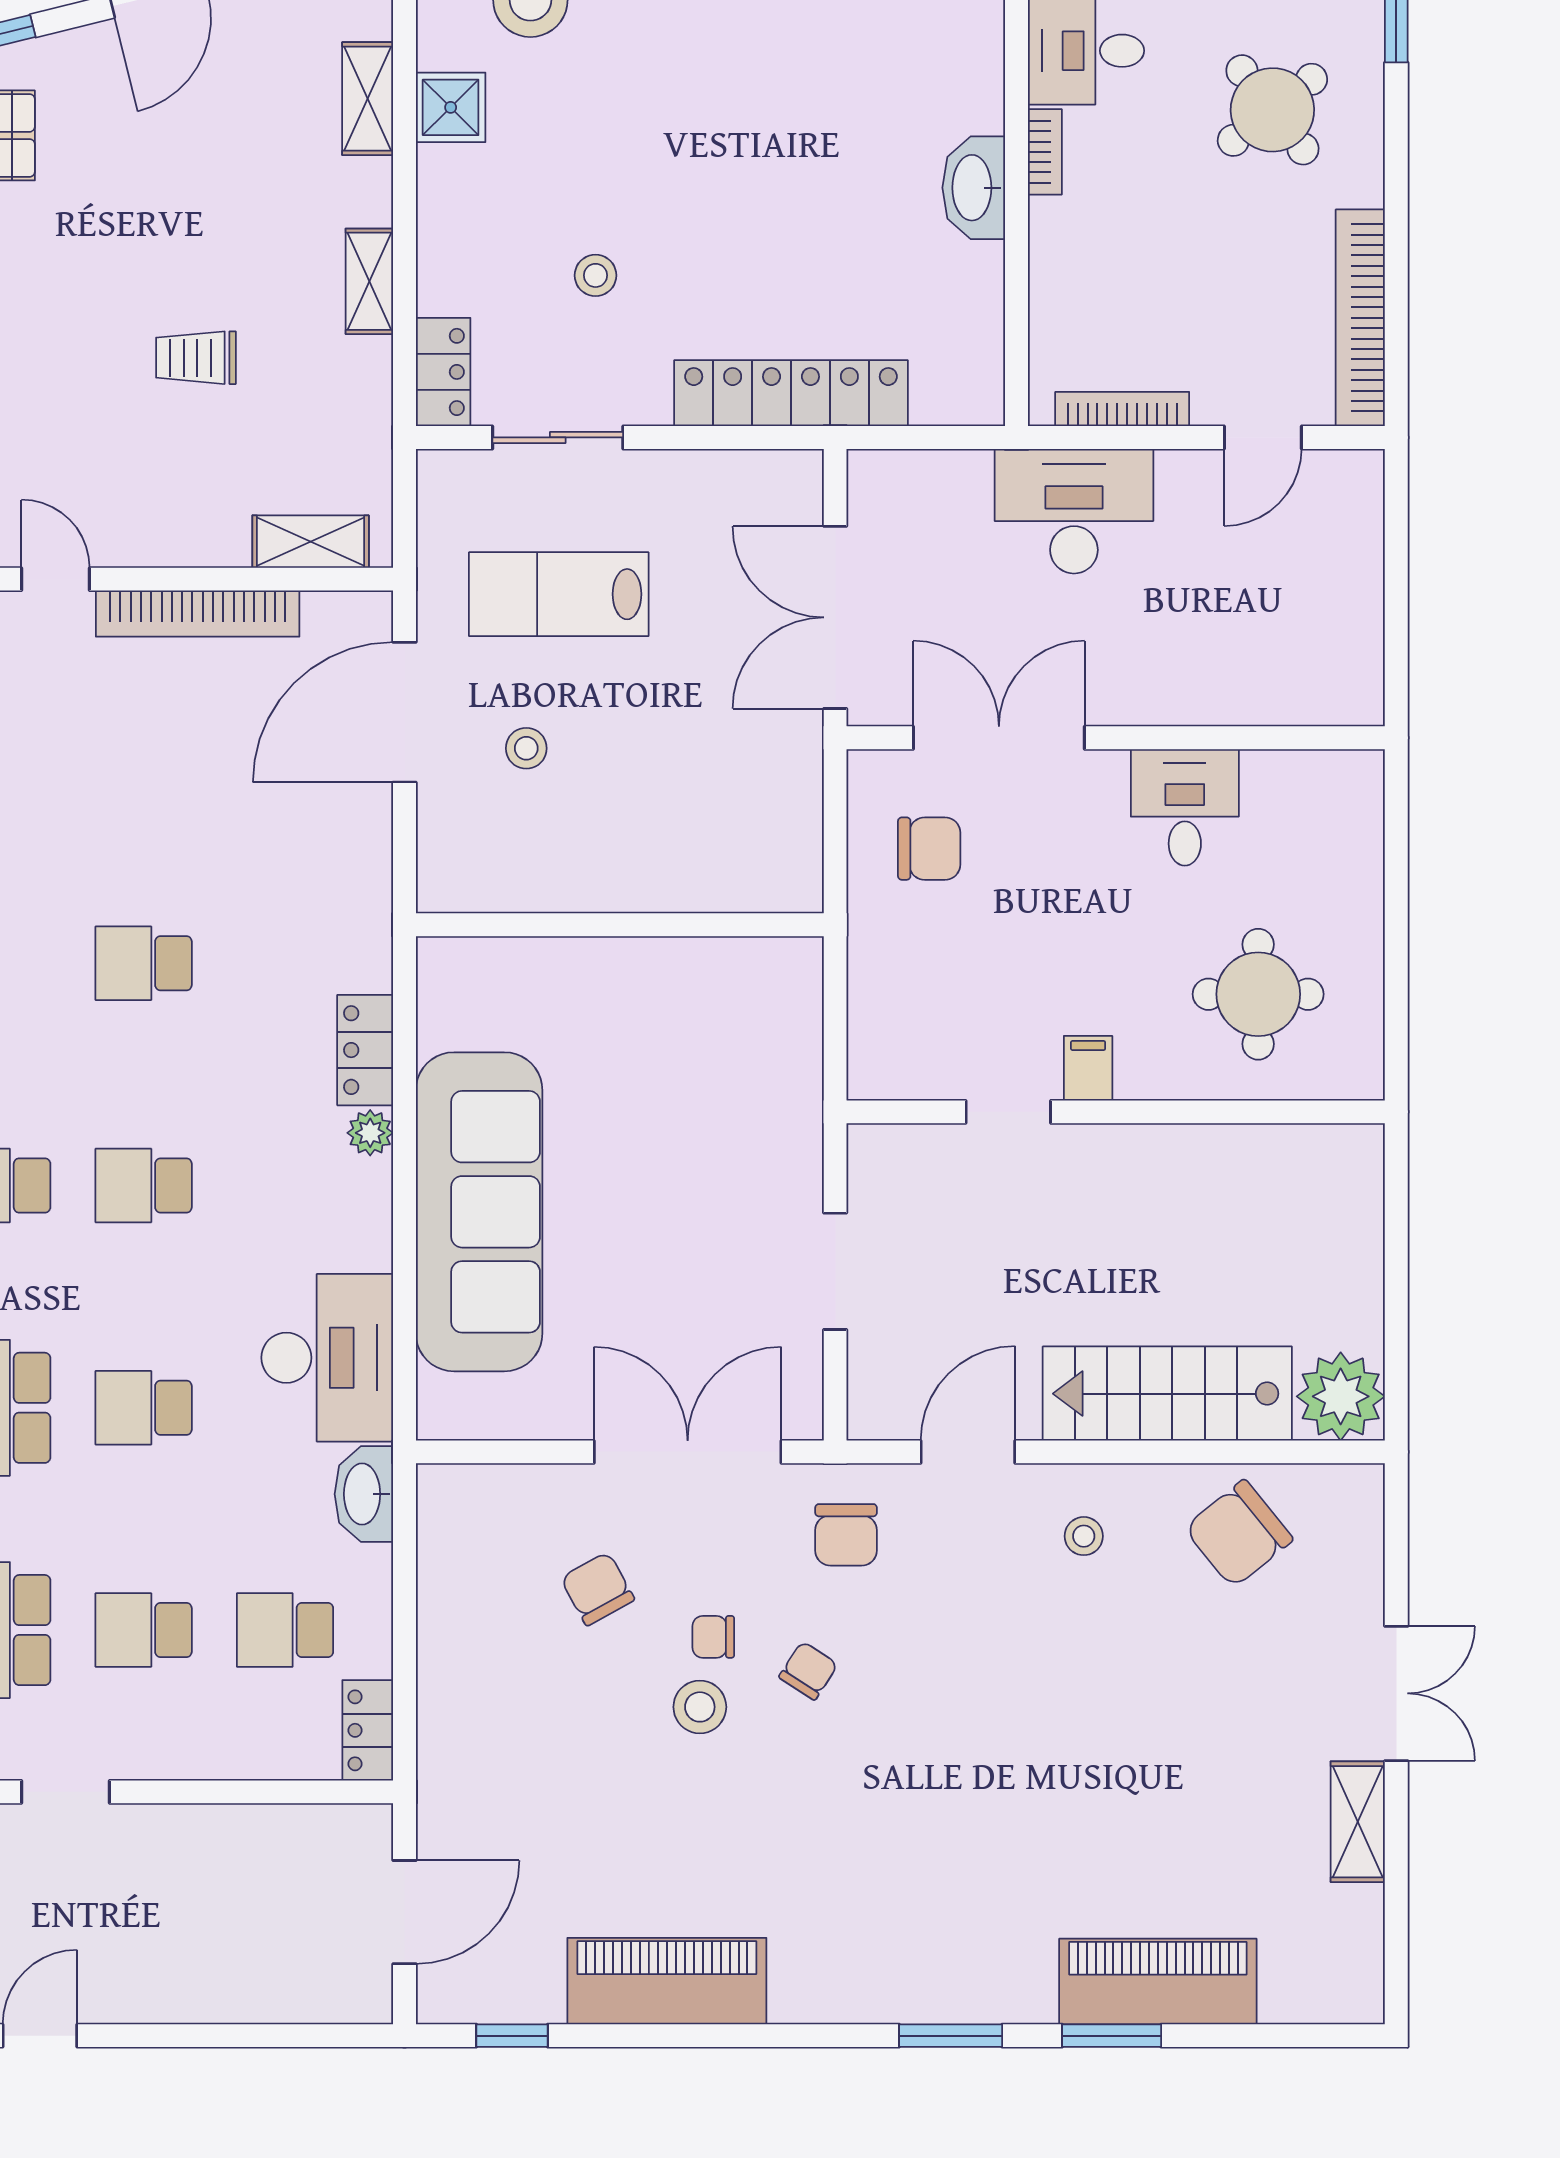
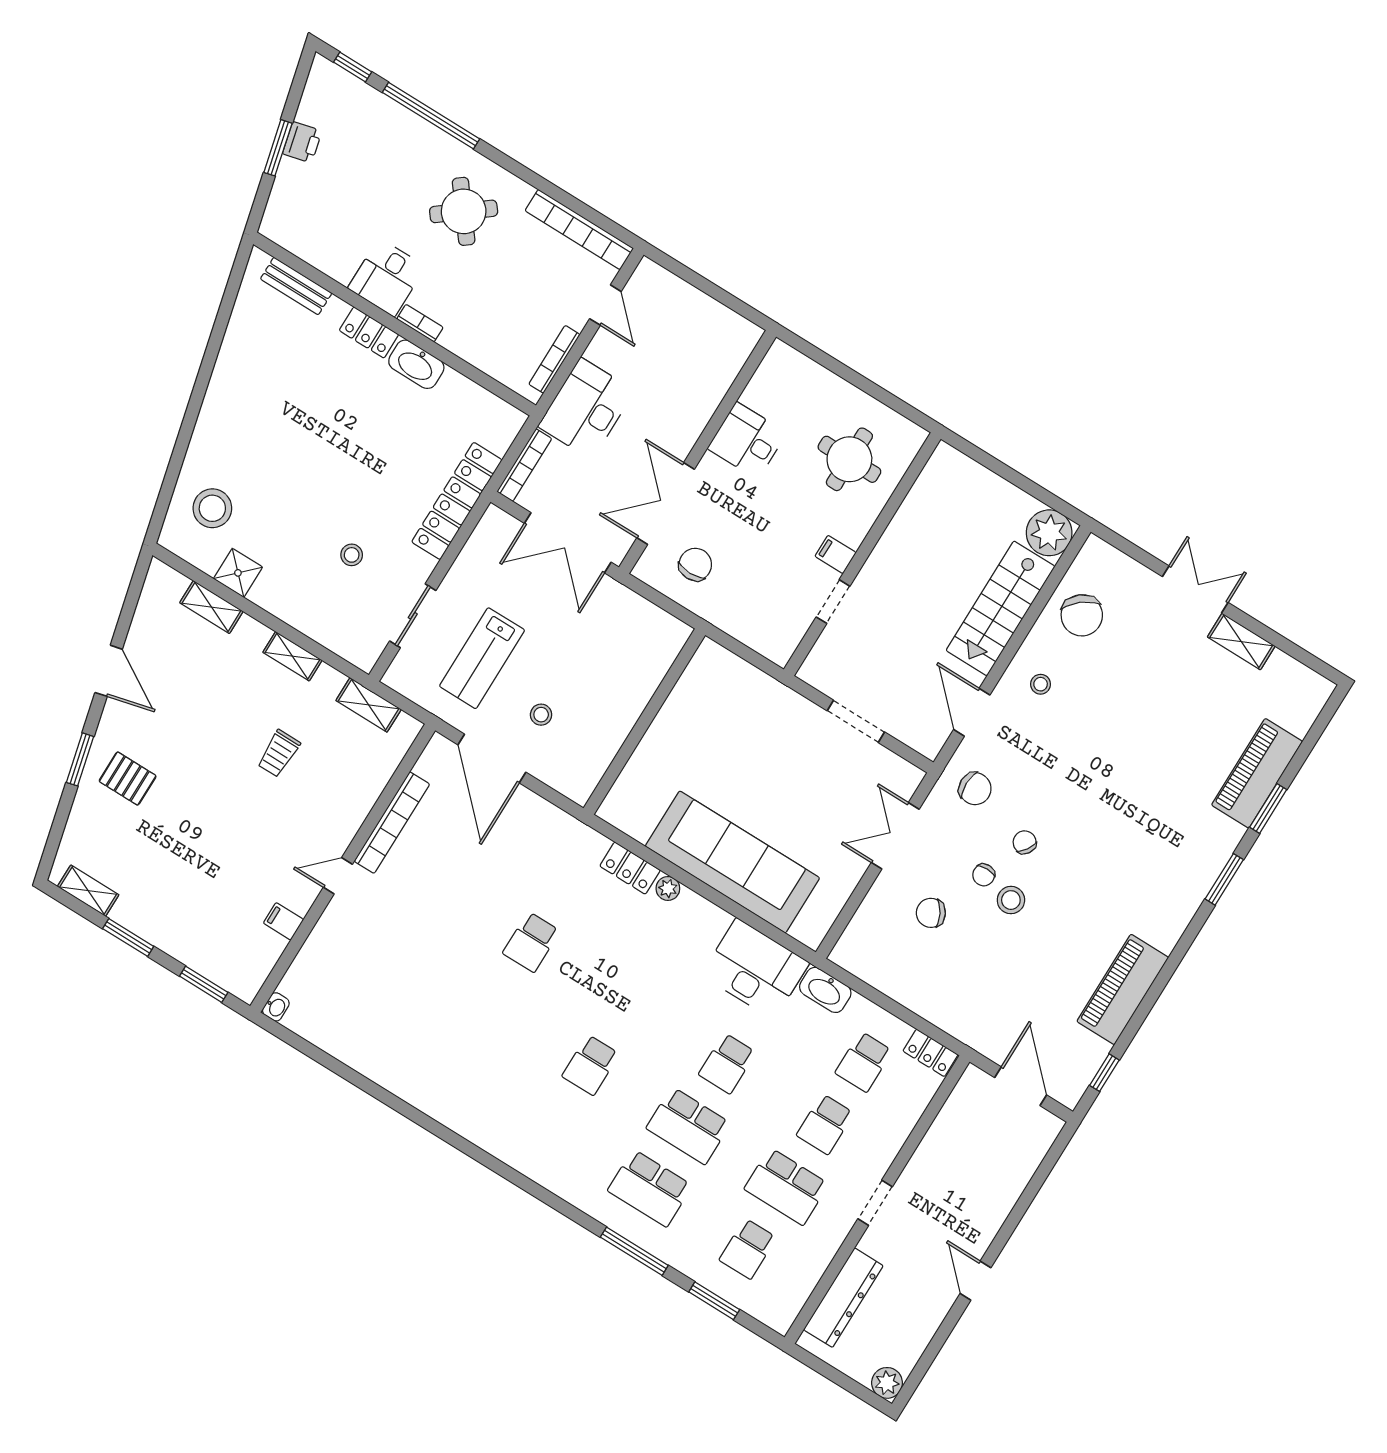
locker: (443, 372) -> (369, 332), moved, turned 180
bookcase: (918, 467) -> (524, 465), added
shelving: (311, 542) -> (369, 705), moved, turned 90
school desk: (144, 1186) -> (629, 1003), removed
double door: (688, 1452) -> (895, 836), width x0.73

